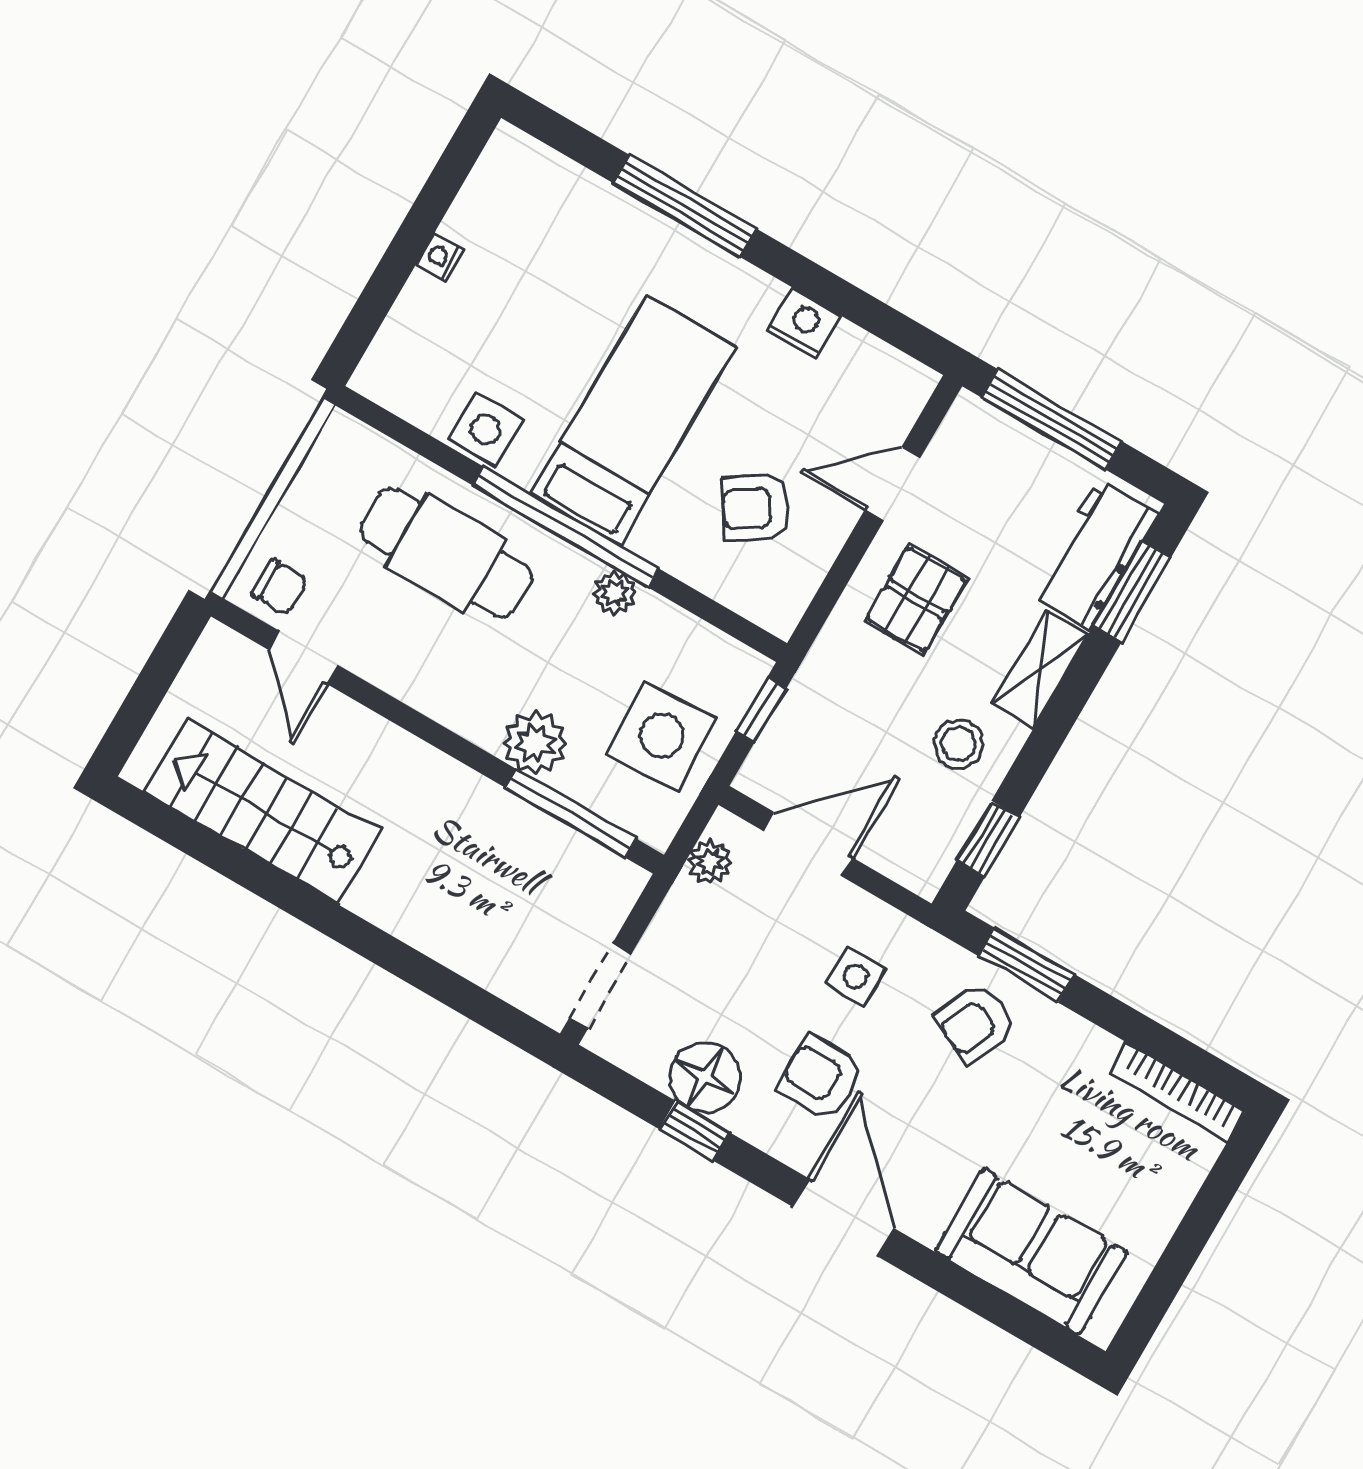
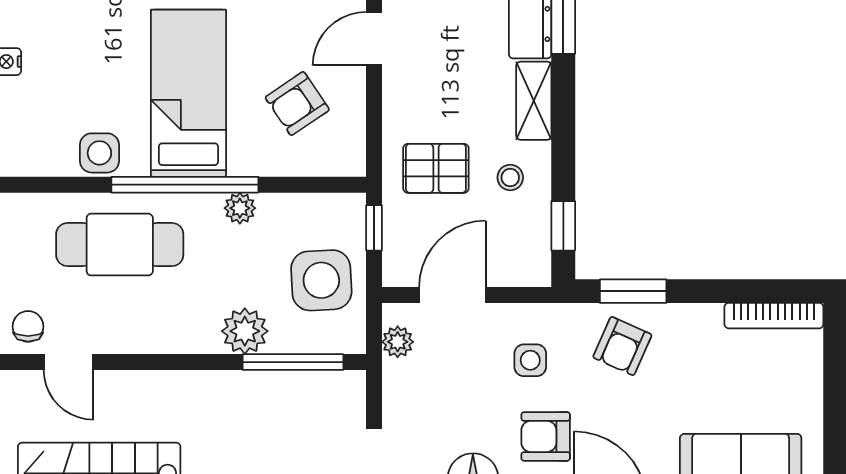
chair: (280, 587) -> (28, 326), turned -90
pallet: (916, 600) -> (436, 168), moved, turned 90
stool: (959, 744) -> (510, 178), width x0.73, depth x0.73

